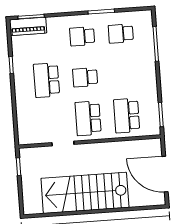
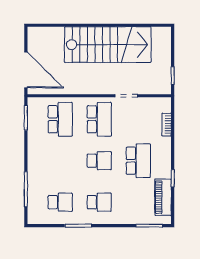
piano: (28, 26) -> (163, 197), moved, turned -90
bookcase: (21, 118) -> (167, 125), added
door: (165, 174) -> (26, 70), moved

